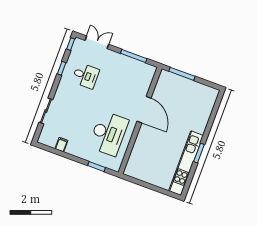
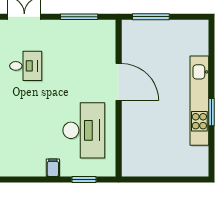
filing cabinet: (61, 145) -> (53, 168), moved
kitchen unit: (186, 163) -> (199, 101), moved

